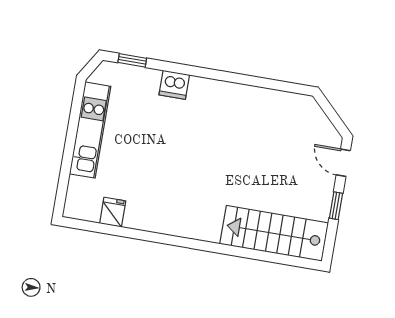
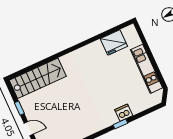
window: (132, 60) -> (120, 124), moved
fridge: (113, 212) -> (114, 42), width x1.88, depth x1.34

